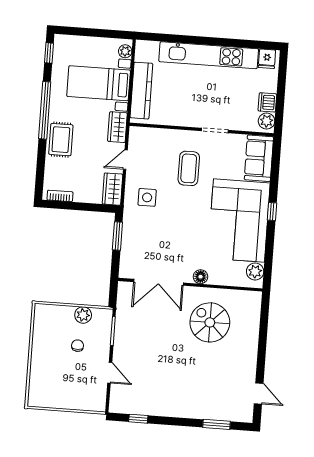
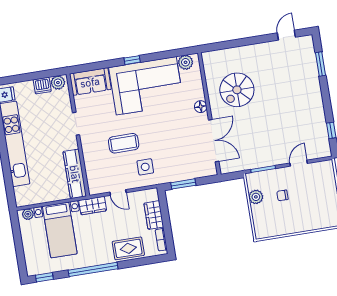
kitchen counter: (141, 91) -> (75, 174), moved, turned -90
rug: (61, 140) -> (128, 248), moved
coffee table: (189, 168) -> (124, 143), moved
wardrobe: (112, 189) -> (154, 215), moved, turned 90

